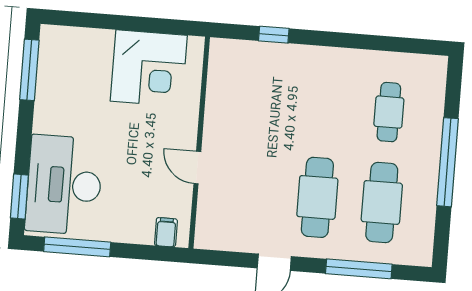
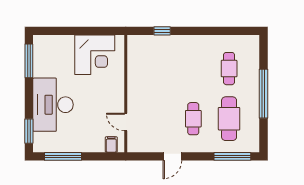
door: (197, 168) -> (126, 122), moved
desk: (64, 185) -> (53, 105), moved
cafe table: (317, 197) -> (193, 119), width x0.73, depth x0.74
window: (359, 269) -> (232, 156), moved

